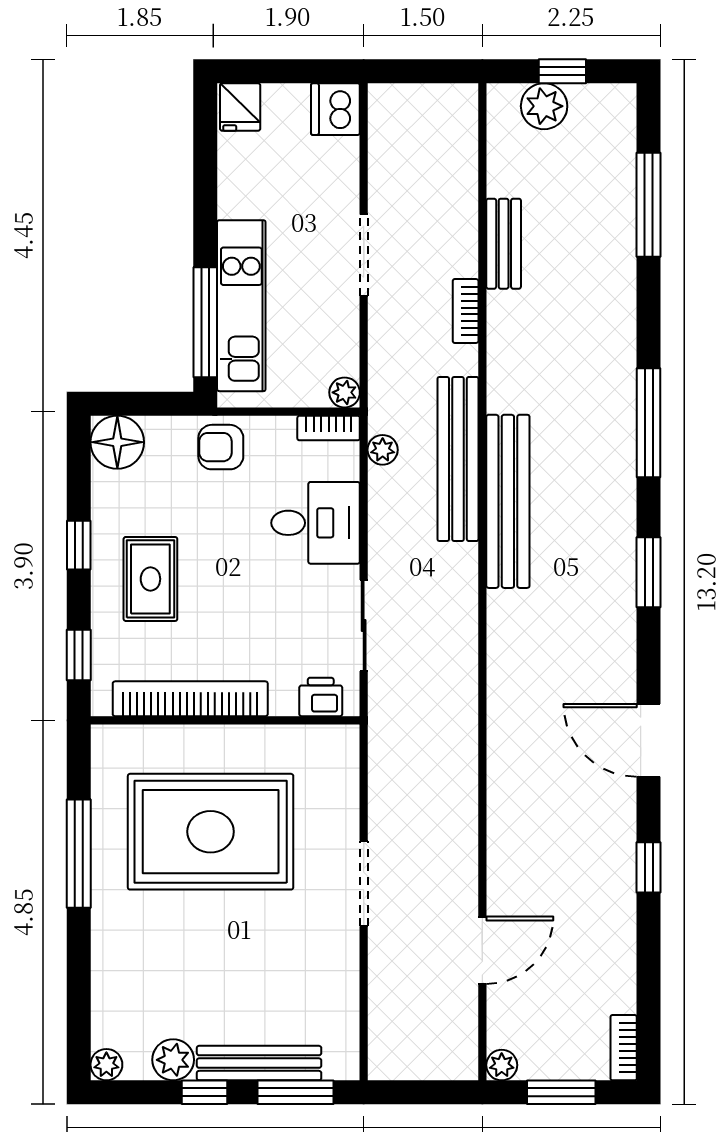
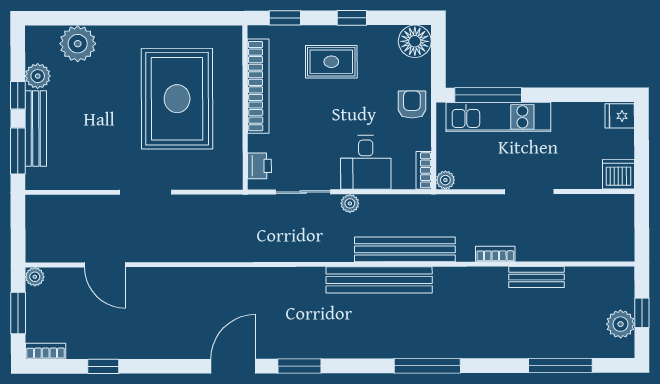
plant: (544, 106) -> (621, 324), moved
plant: (383, 450) -> (350, 203), moved
window: (649, 572) -> (299, 366), moved
window: (79, 854) -> (163, 18), removed
window: (649, 867) -> (103, 366), moved
plant: (106, 1065) -> (78, 44), moved, width x1.88, depth x1.88

